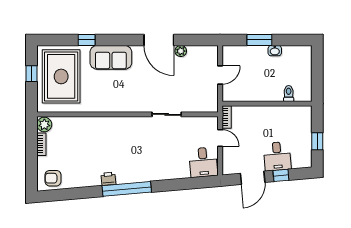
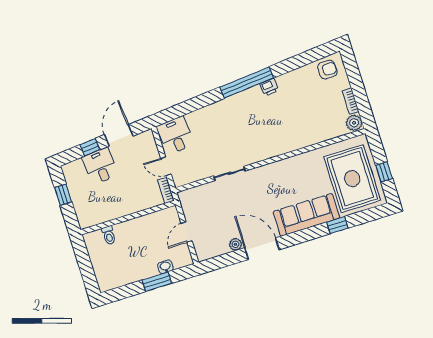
washbasin: (275, 51) -> (165, 267), moved
sofa: (111, 57) -> (306, 215), width x1.36

